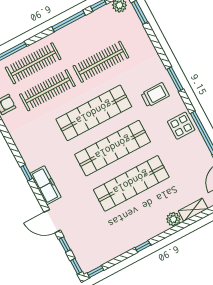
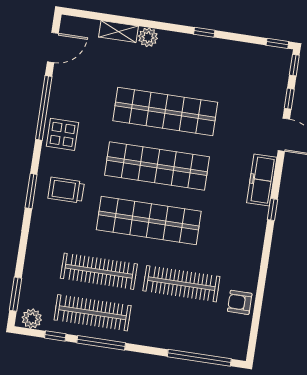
clothes rail: (33, 63) -> (93, 313), moved

